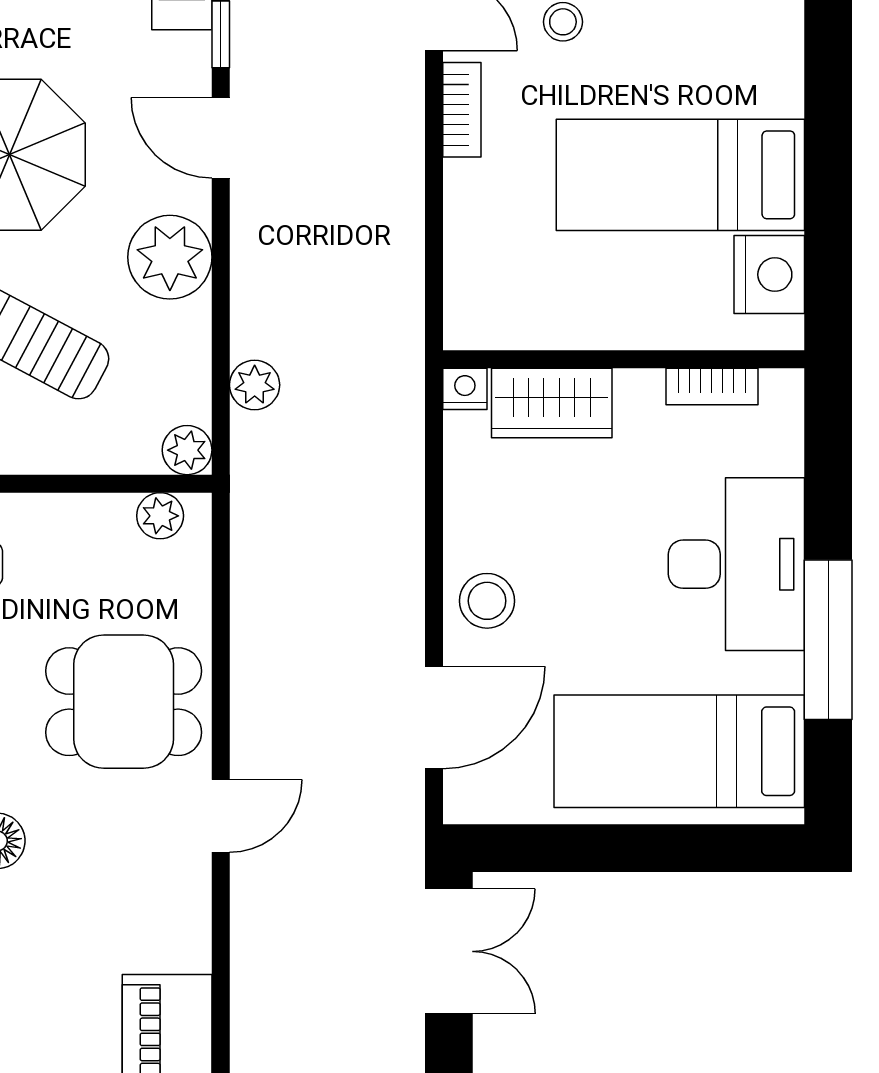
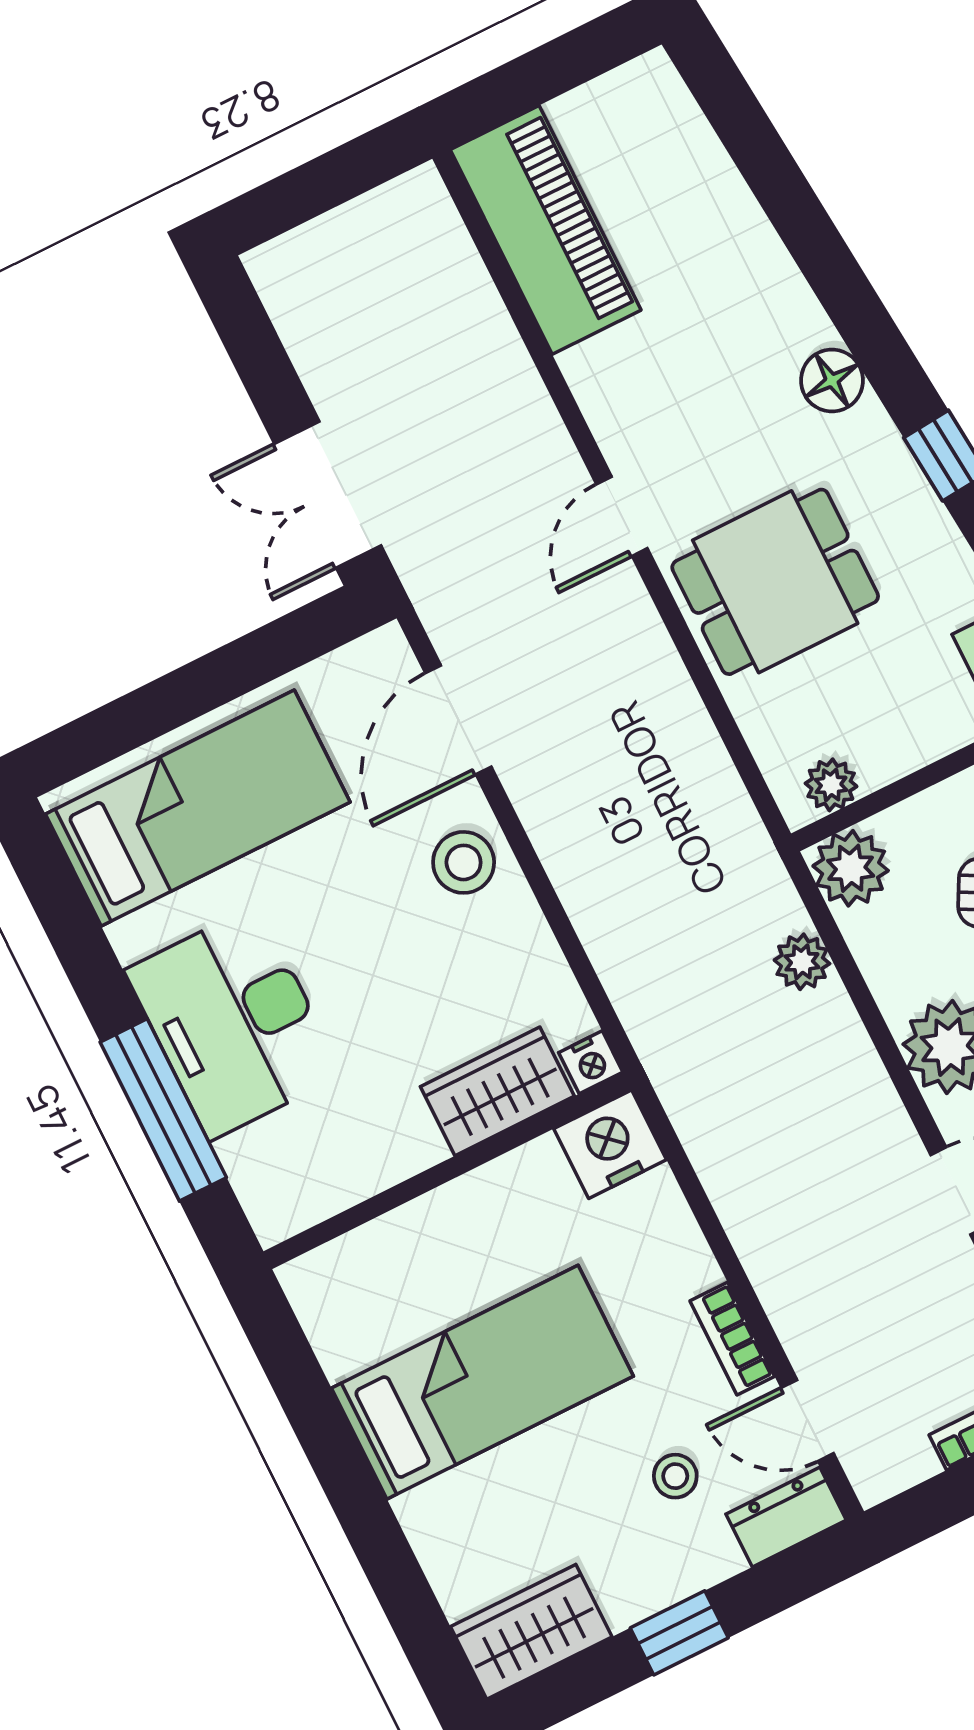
nightstand: (769, 275) -> (610, 1144), moved, turned 90
bookcase: (712, 386) -> (346, 1187), removed
plant: (187, 450) -> (851, 868), width x1.38, depth x1.38
window: (828, 640) -> (163, 1110), moved

